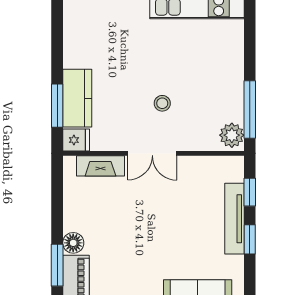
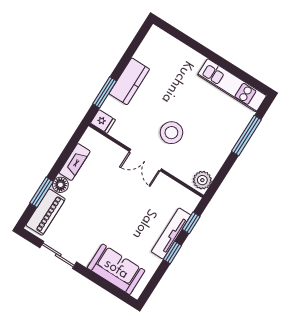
kitchen counter: (77, 98) -> (129, 81), moved
stool: (162, 103) -> (171, 133), width x1.89, depth x1.89
window: (250, 110) -> (246, 135), moved
fireplace: (100, 166) -> (75, 162), moved, turned -90

